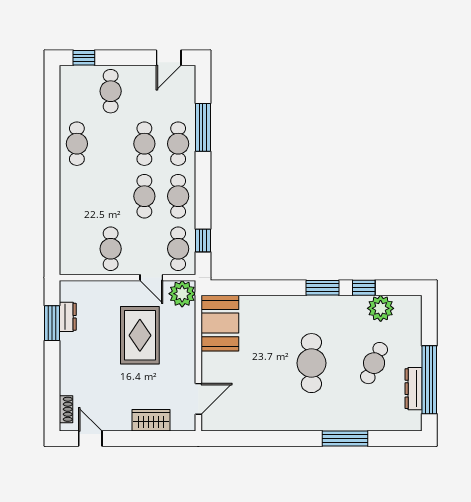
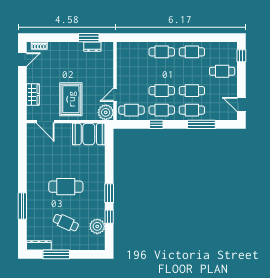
window: (203, 240) -> (156, 124), moved
cafe table: (111, 249) -> (162, 52), moved
rug: (140, 335) -> (71, 99), moved, turned 90
window: (429, 380) -> (56, 254), width x0.68
dresser: (414, 389) -> (39, 245), moved

